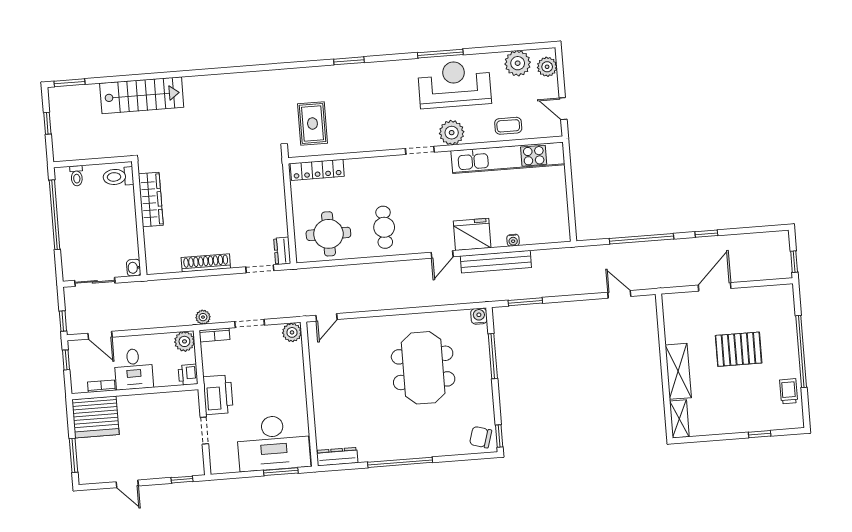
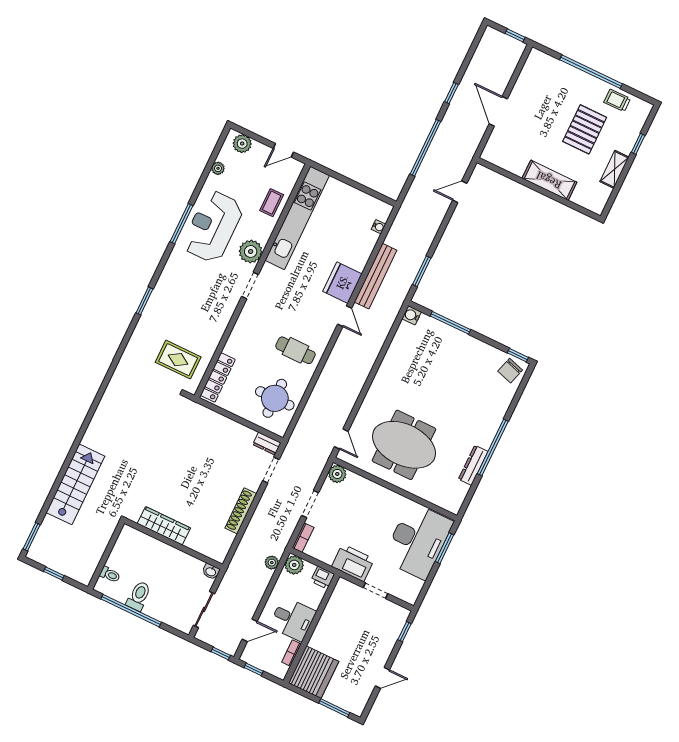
plant: (518, 63) -> (218, 168), width x0.53, depth x0.53
toilet: (118, 177) -> (139, 596), moved, turned 180
water cooler: (513, 240) -> (379, 227), moved
plant: (203, 317) -> (272, 563), moved
pallet: (739, 349) -> (585, 129), moved
meeting table: (423, 368) -> (404, 445), moved
shelving: (679, 419) -> (615, 169), moved, turned 90
dresser: (337, 457) -> (473, 465), moved

